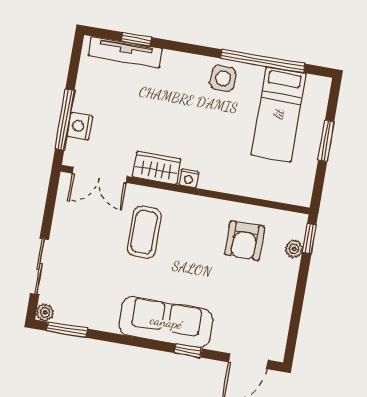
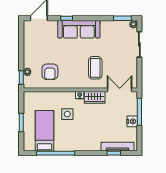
side table: (223, 78) -> (67, 114), moved
nightstand: (80, 126) -> (132, 121), moved
armchair: (245, 241) -> (50, 72), turned 180

